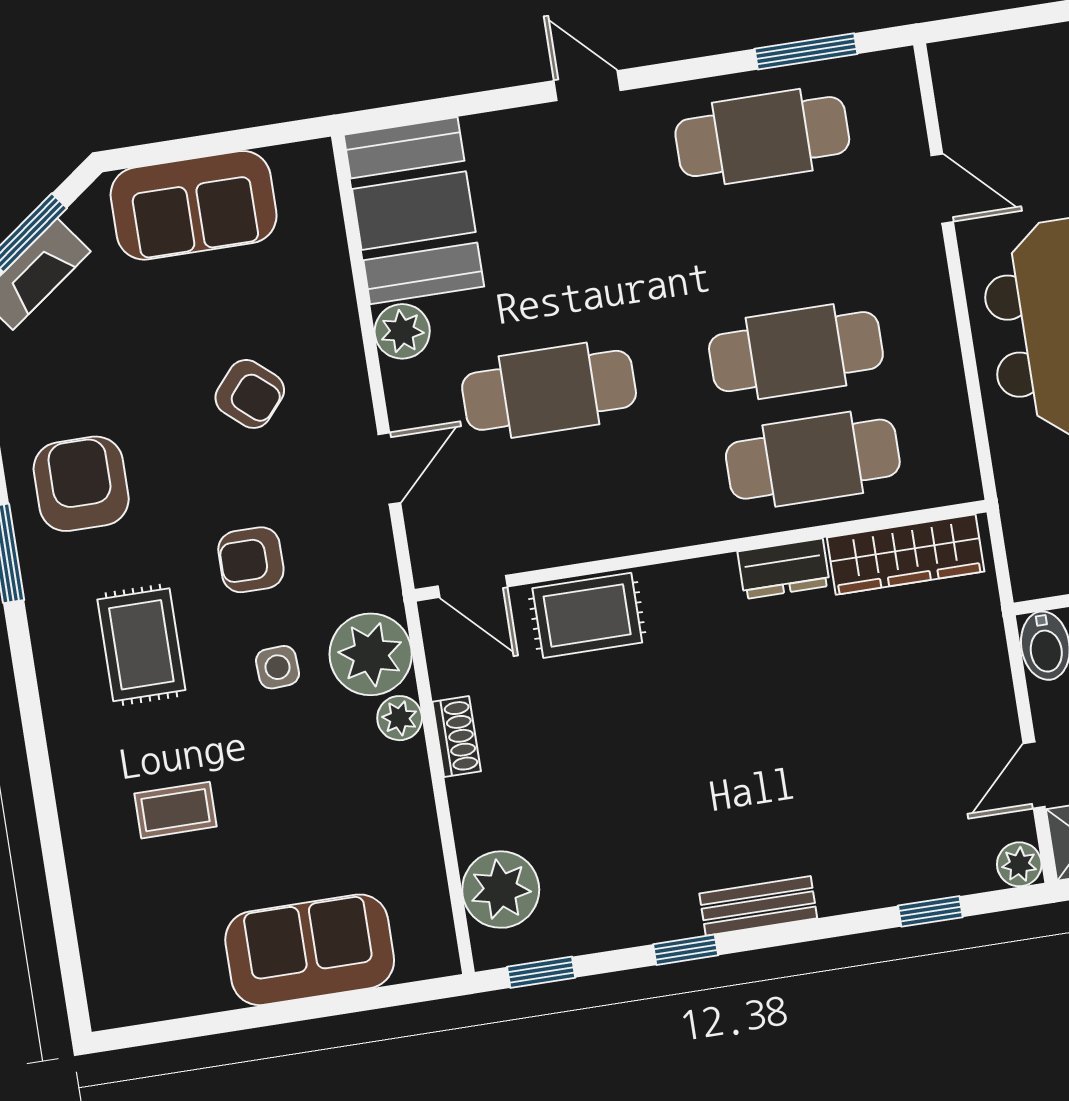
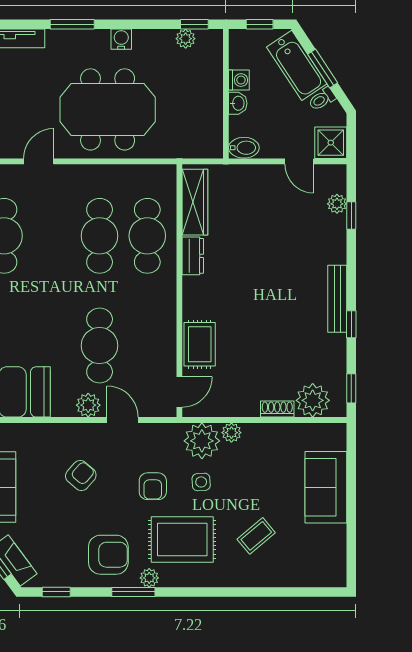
plant: (402, 331) -> (88, 405), moved
armchair: (81, 484) -> (108, 555), turned 180
plant: (43, 584) -> (149, 578), added
rug: (141, 645) -> (182, 539), width x1.36, depth x1.43
shoe rack: (457, 736) -> (277, 409), moved
coffee table: (176, 810) -> (256, 536), turned 50
plant: (1019, 864) -> (337, 204), moved
bench: (758, 906) -> (337, 299), width x1.36

